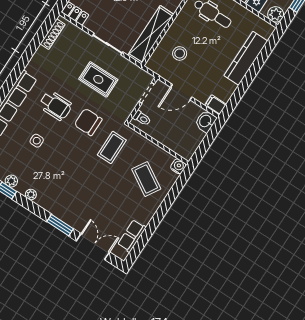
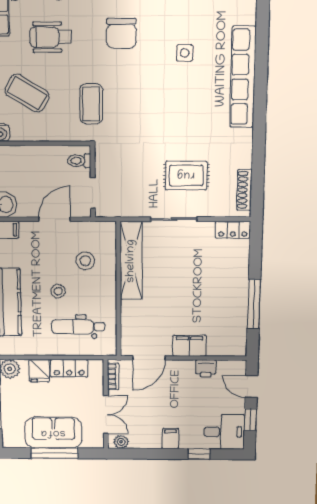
stool: (210, 45) -> (58, 291), added
rug: (98, 79) -> (186, 175), moved
wheelchair: (55, 105) -> (50, 37), moved
chair: (88, 122) -> (121, 33), moved, turned 90

